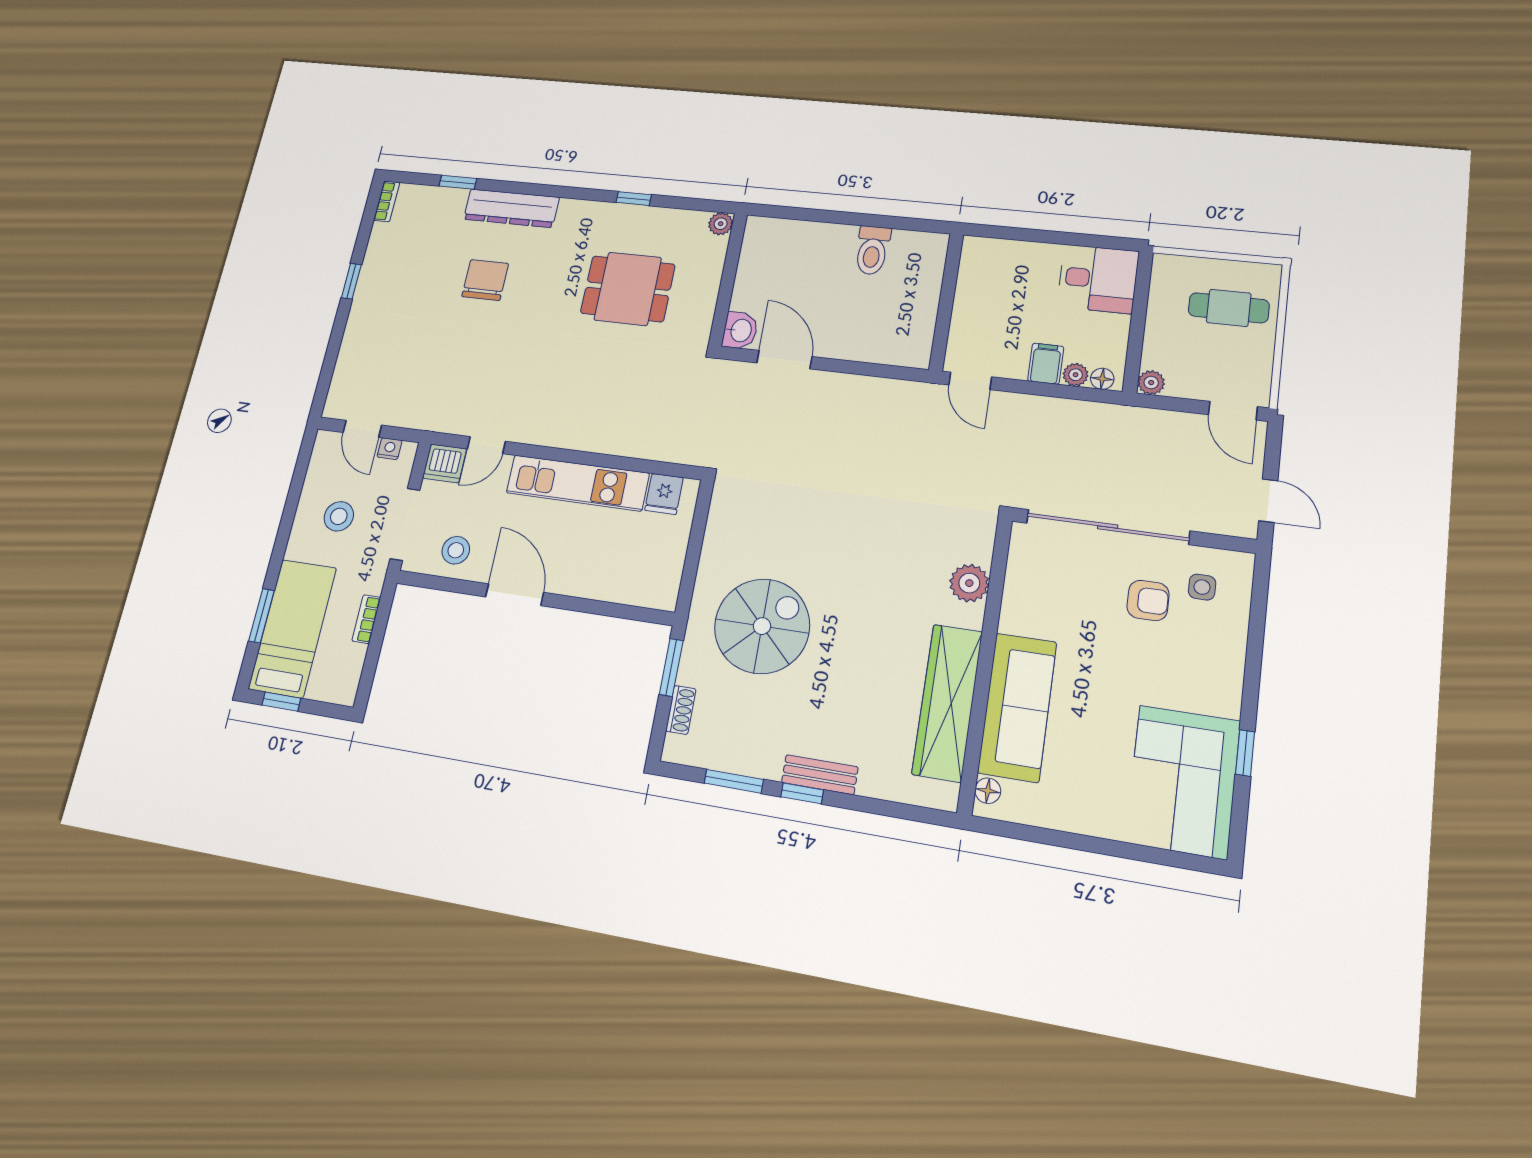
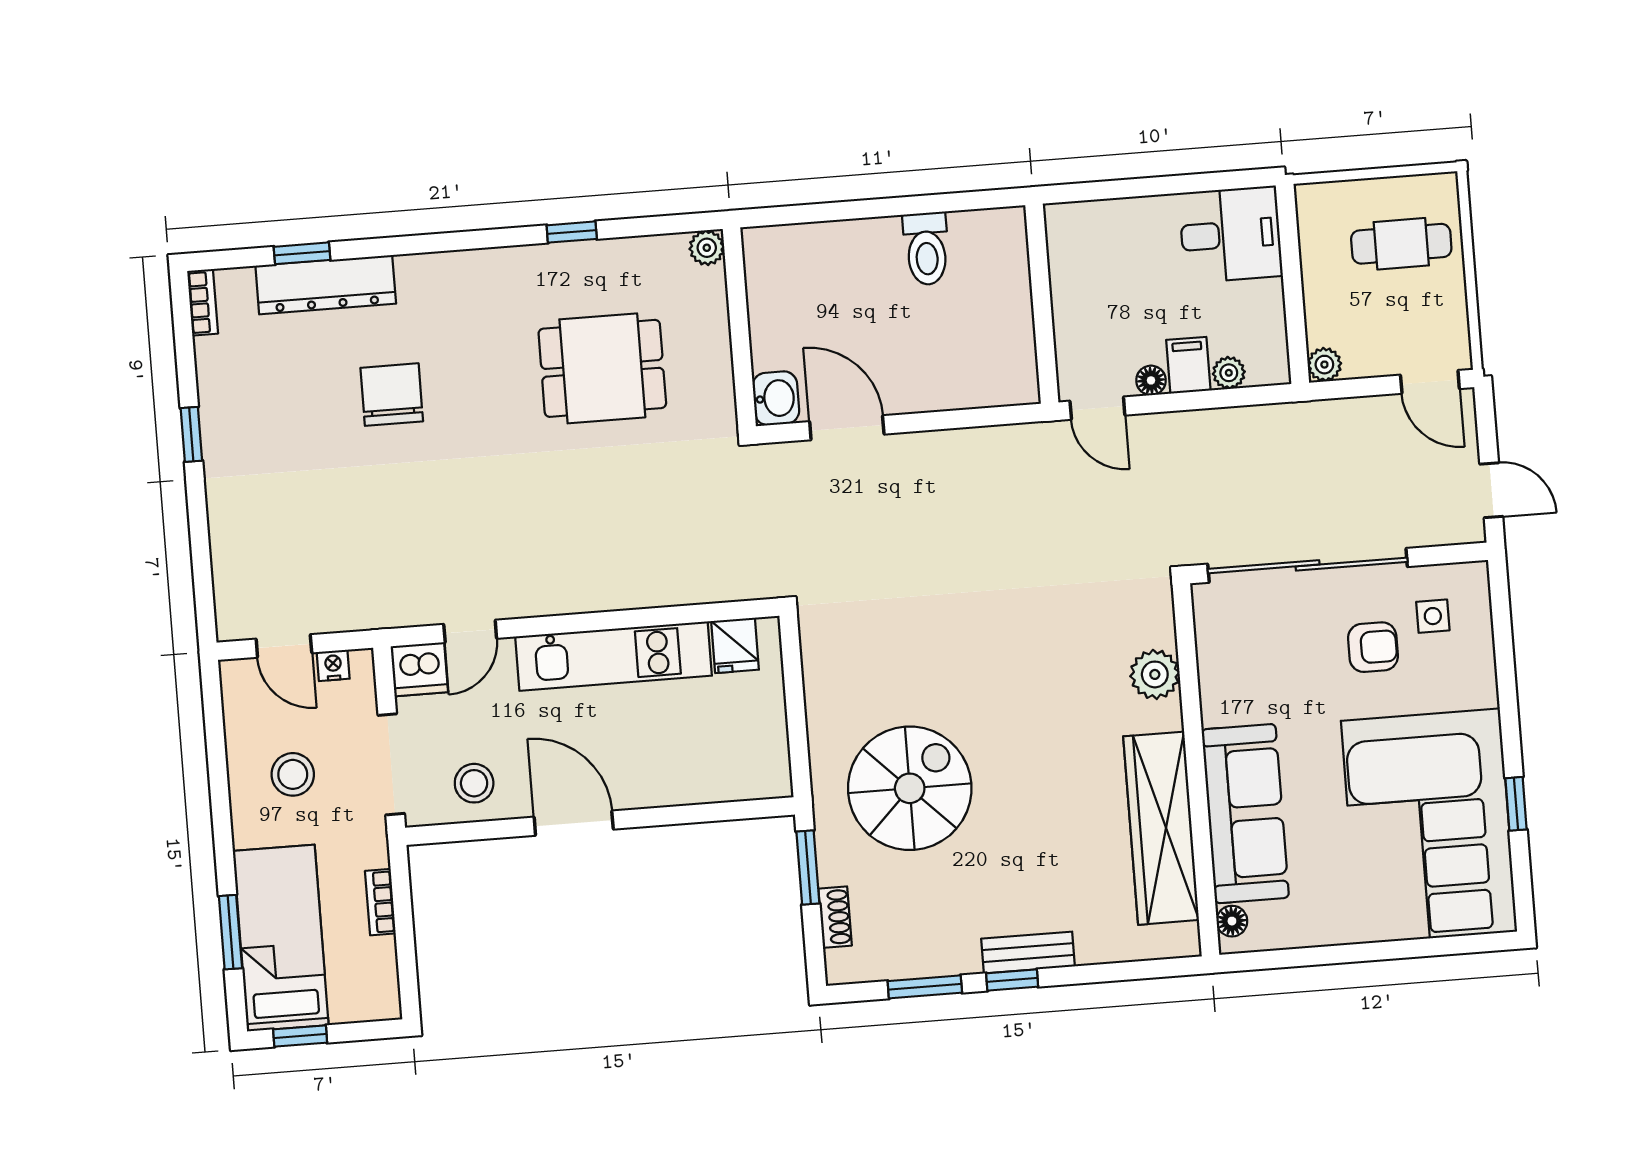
dresser: (511, 208) -> (326, 285), moved
floor lamp: (1102, 379) -> (1151, 380), moved
corner sofa: (1183, 781) -> (1429, 826), width x1.36, depth x1.36

